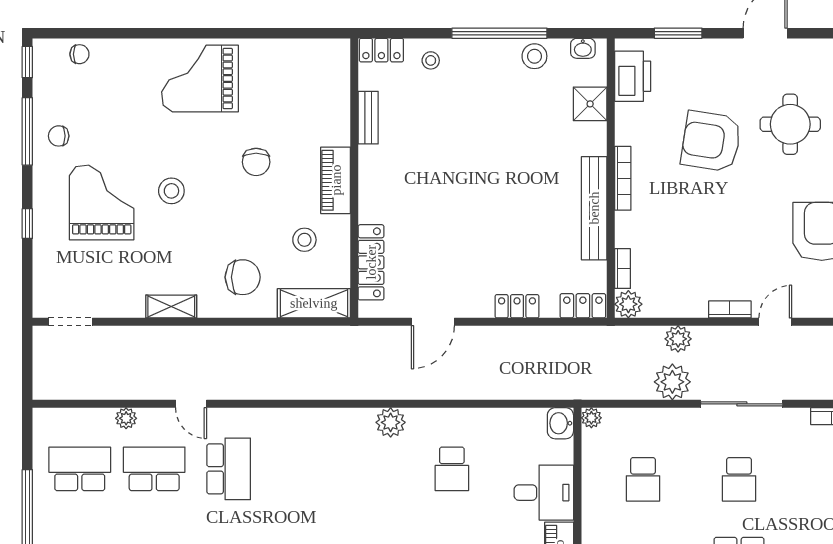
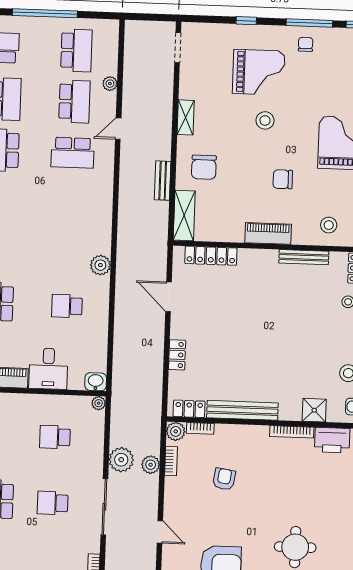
bench: (368, 118) -> (304, 257), width x1.36
armchair: (711, 141) -> (224, 479), moved, width x0.53, depth x0.53
bookcase: (623, 178) -> (292, 432), moved
stool: (304, 240) -> (329, 225), moved
locker: (583, 306) -> (189, 409), moved, turned -90
bookcase: (730, 309) -> (171, 461), moved
bench: (264, 336) -> (163, 181), added

